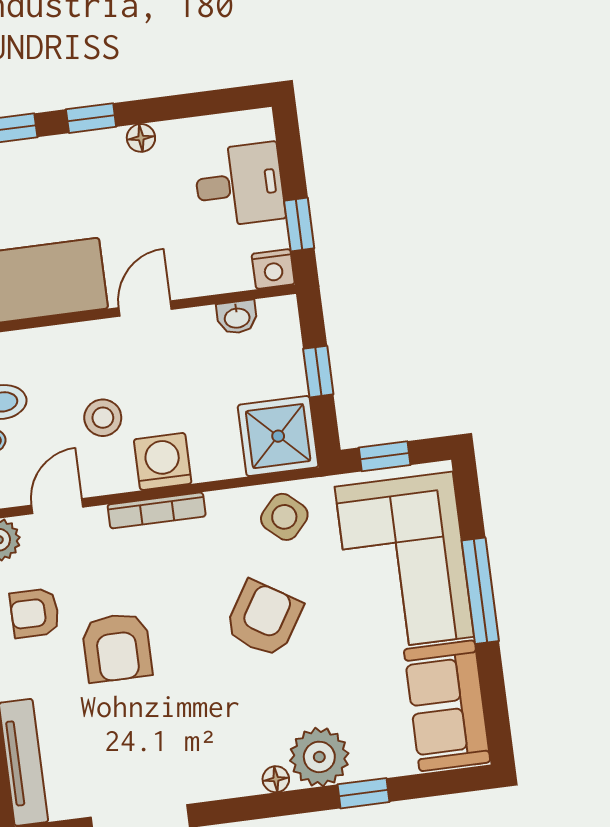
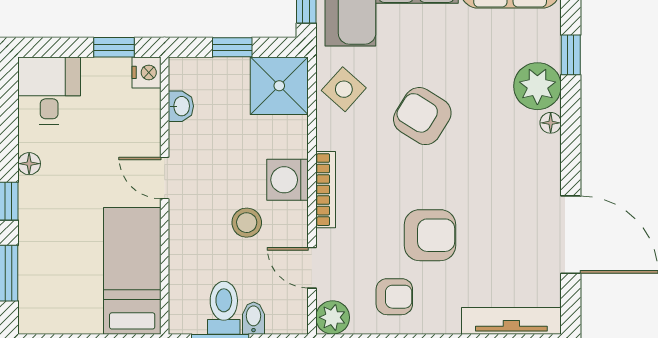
desk: (239, 185) -> (49, 91), moved
armchair: (35, 613) -> (394, 297), turned -90

